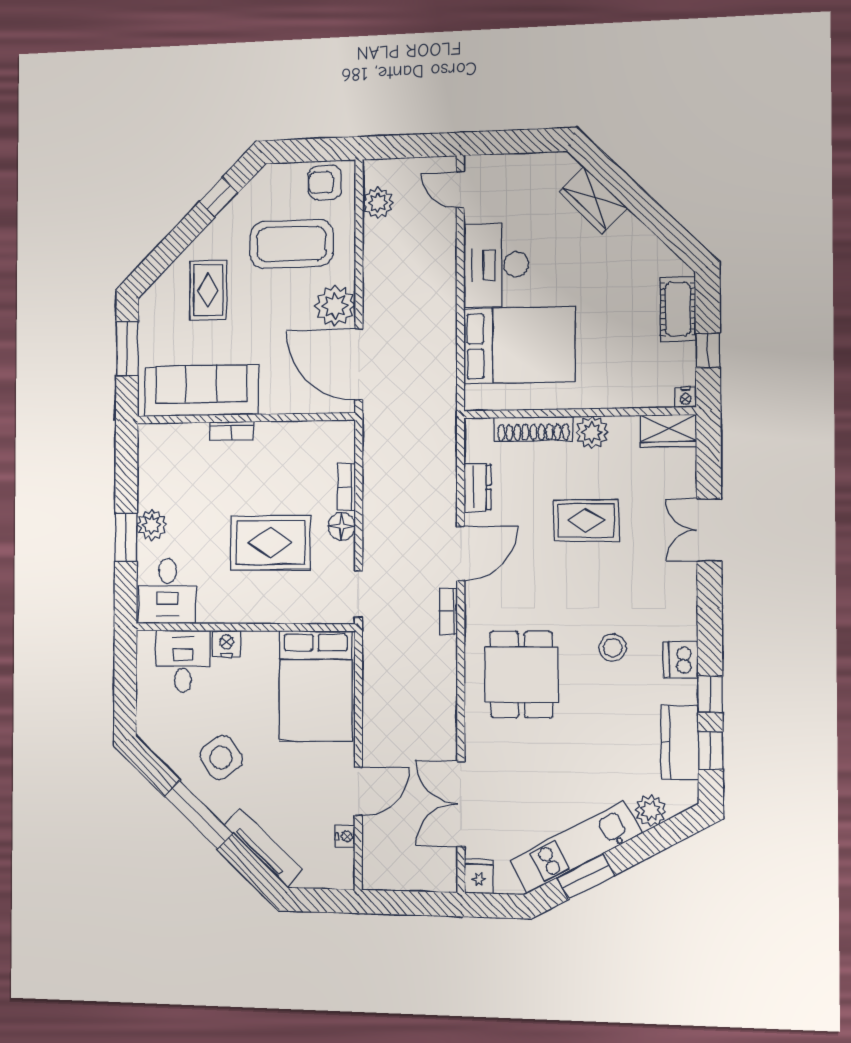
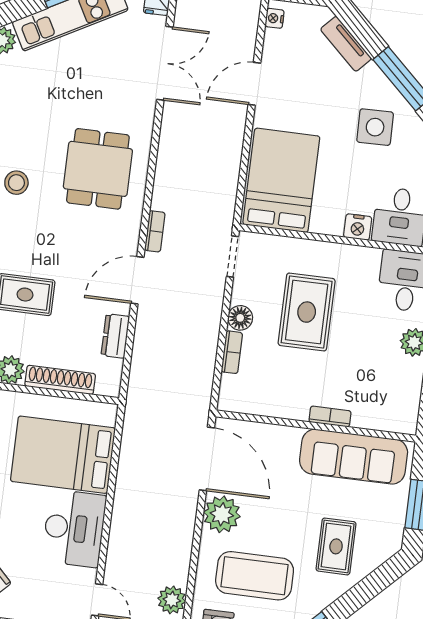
rug: (270, 543) -> (307, 312), turned 90
side table: (221, 757) -> (375, 127), turned 34
nightstand: (345, 836) -> (274, 18), moved
tv unit: (264, 847) -> (346, 44), width x0.71

